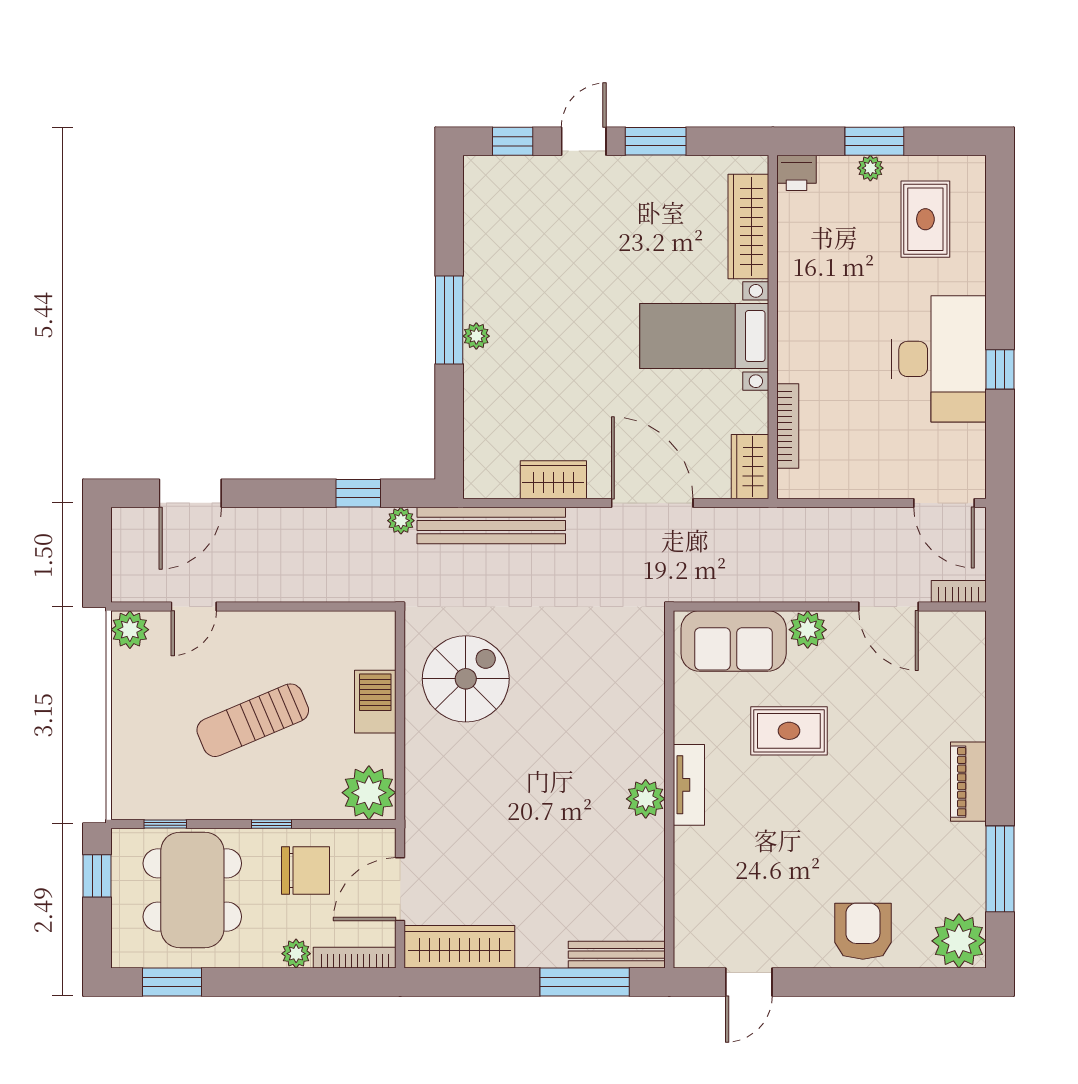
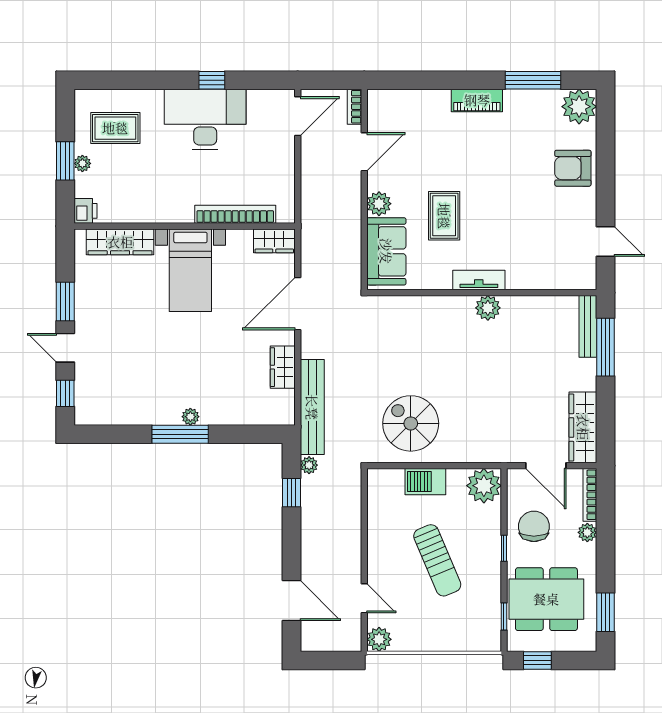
bookcase: (788, 426) -> (235, 214), width x1.48, depth x1.31

